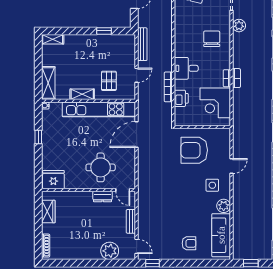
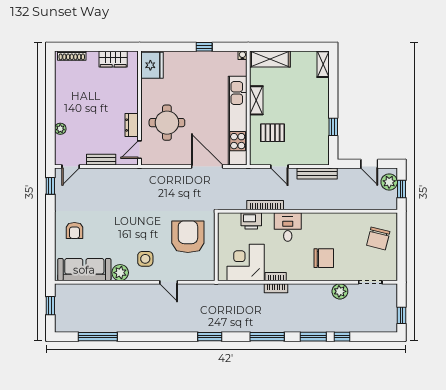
plant: (110, 251) -> (60, 129), width x0.53, depth x0.53

